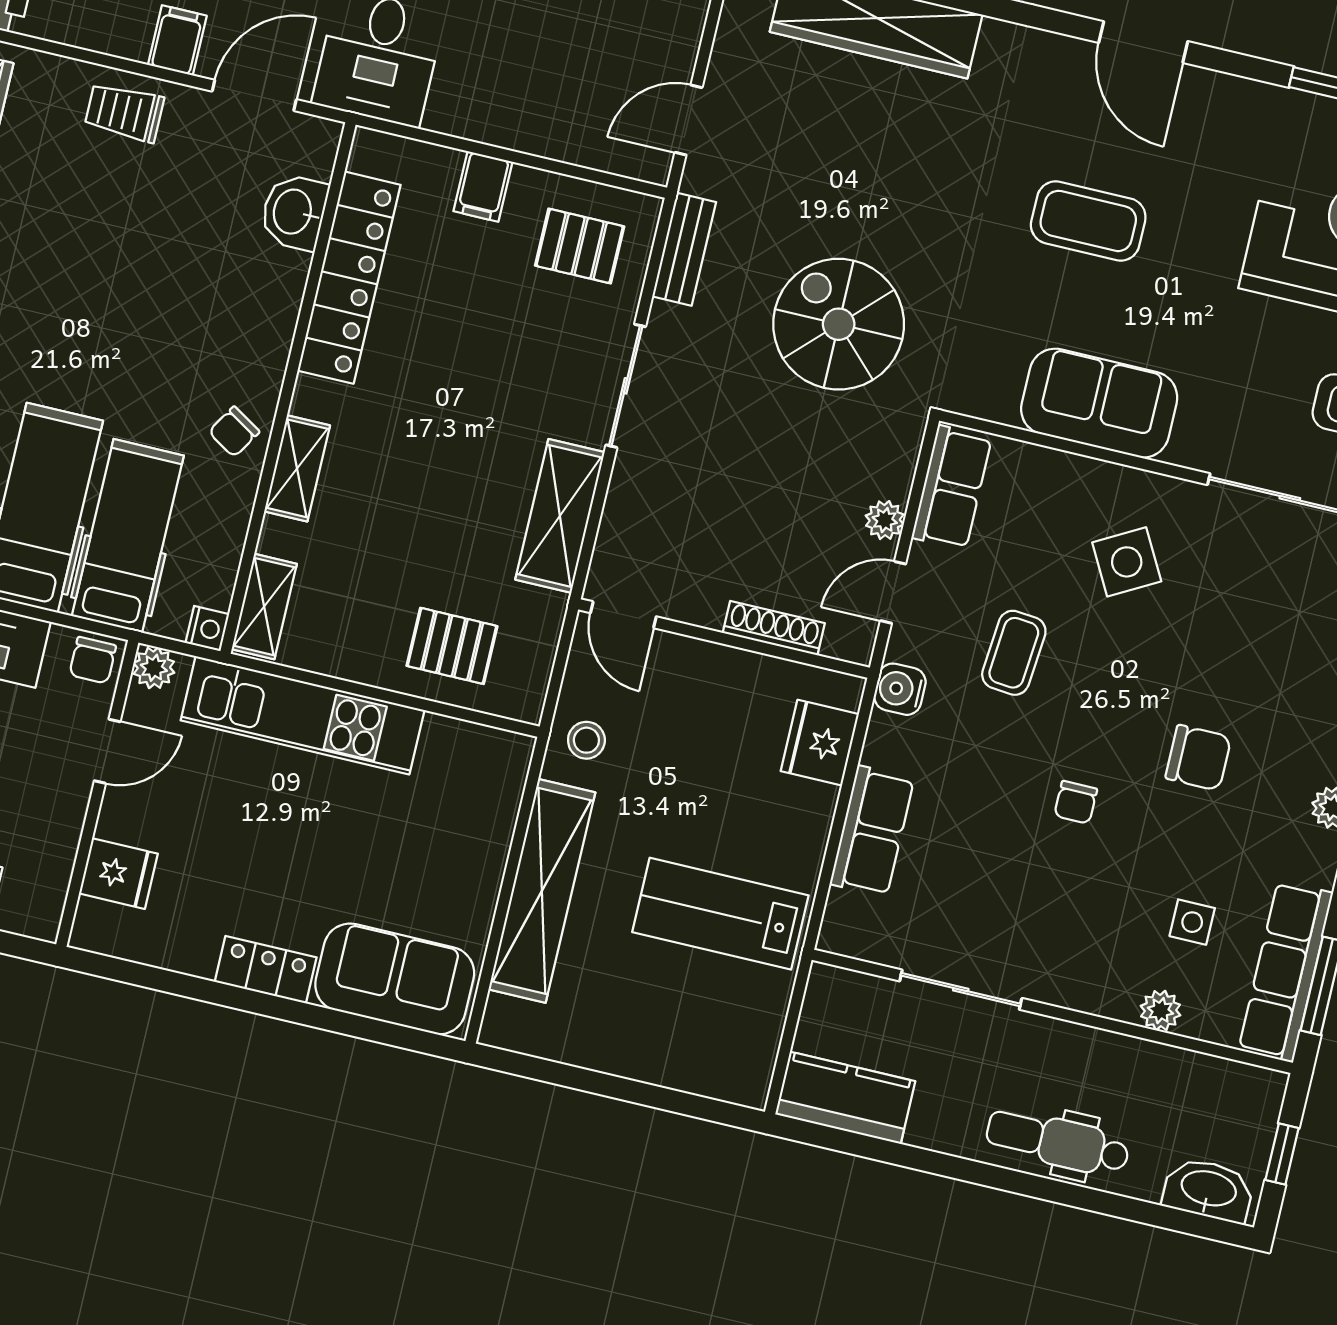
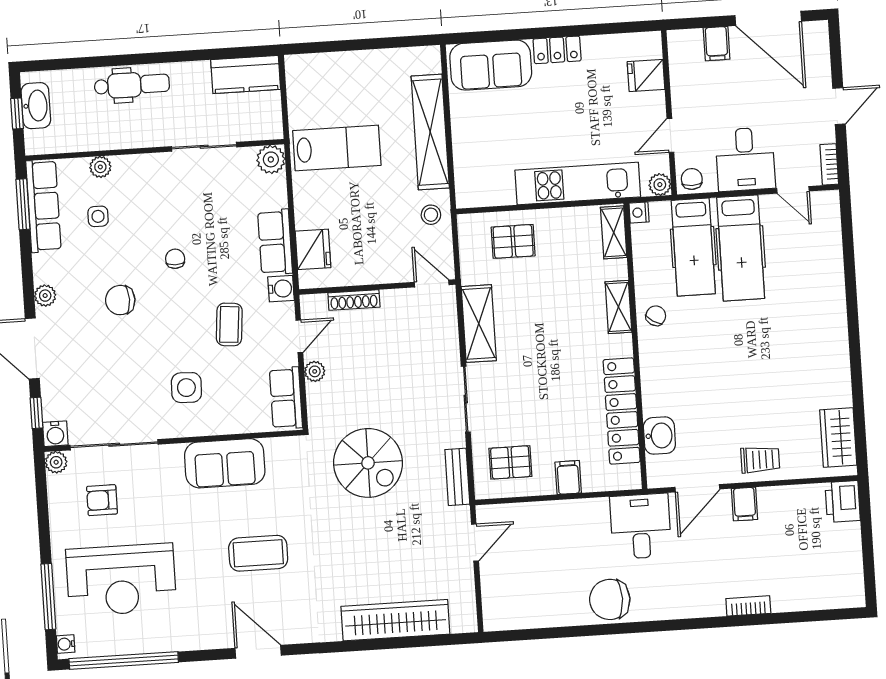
side table: (1127, 562) -> (186, 388), turned 31
row of seats: (872, 831) -> (275, 242), moved
plant: (847, 929) -> (271, 159), added
washbasin: (1208, 1190) -> (36, 106), moved, turned -90

